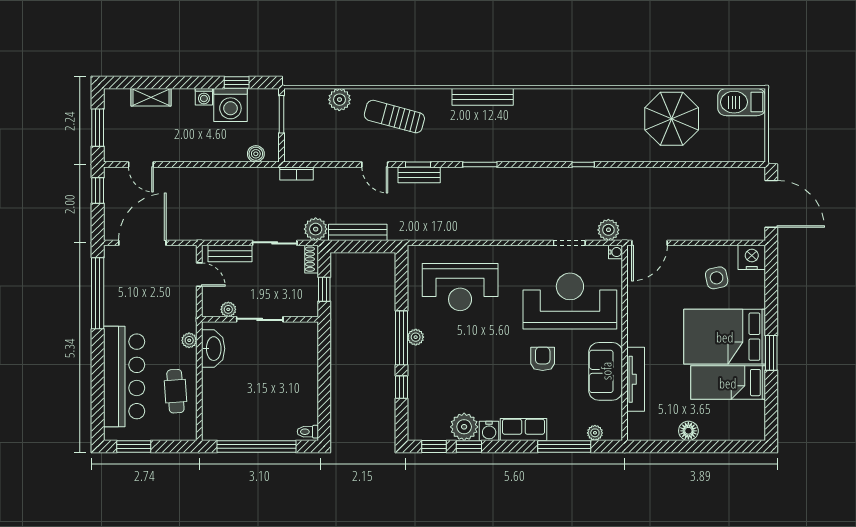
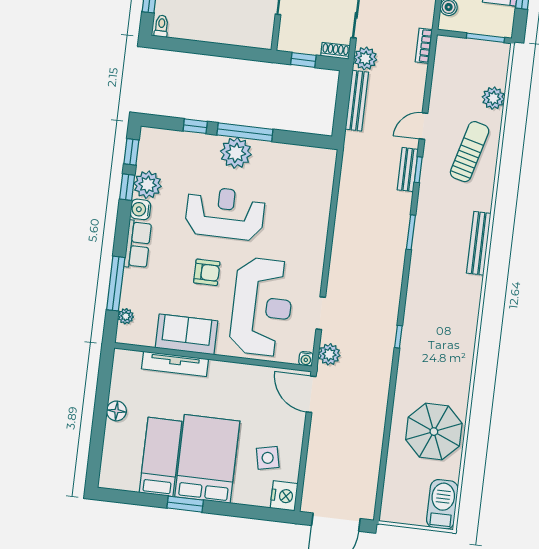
reception desk: (460, 287) -> (225, 213), moved, turned 90
plant: (416, 337) -> (236, 153), width x1.87, depth x1.87

